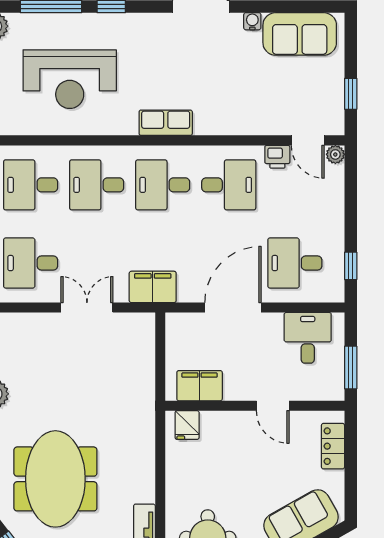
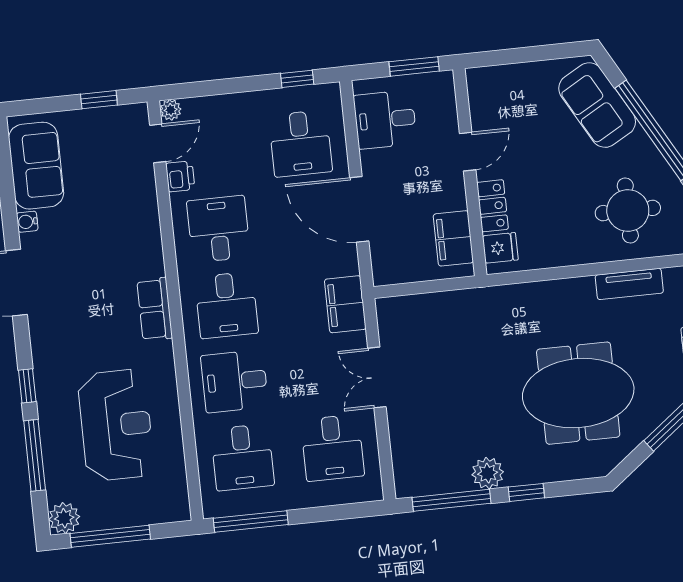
desk: (97, 185) -> (235, 381), turned 90
locker: (333, 446) -> (492, 206), moved, turned -90

